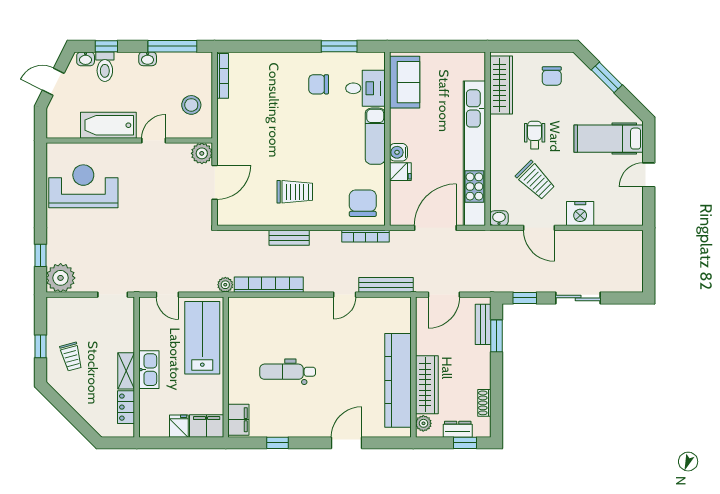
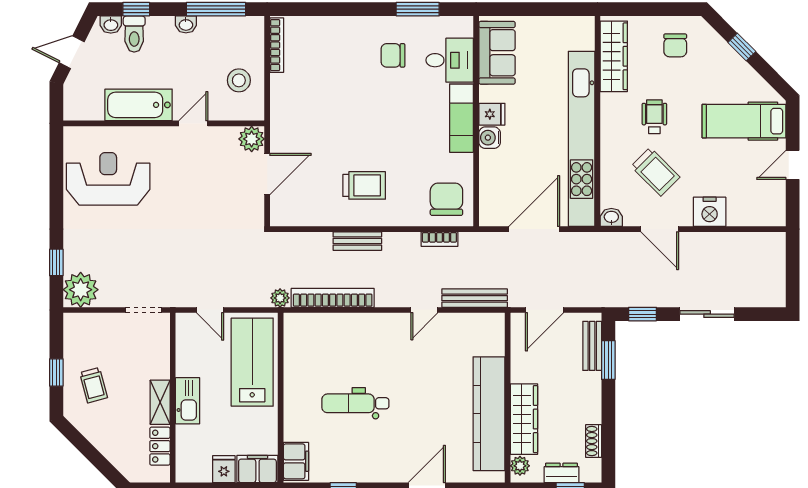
window: (607, 77) -> (742, 47), width x0.67
fridge: (400, 172) -> (492, 114), moved
bookcase: (366, 236) -> (439, 239), width x0.64

